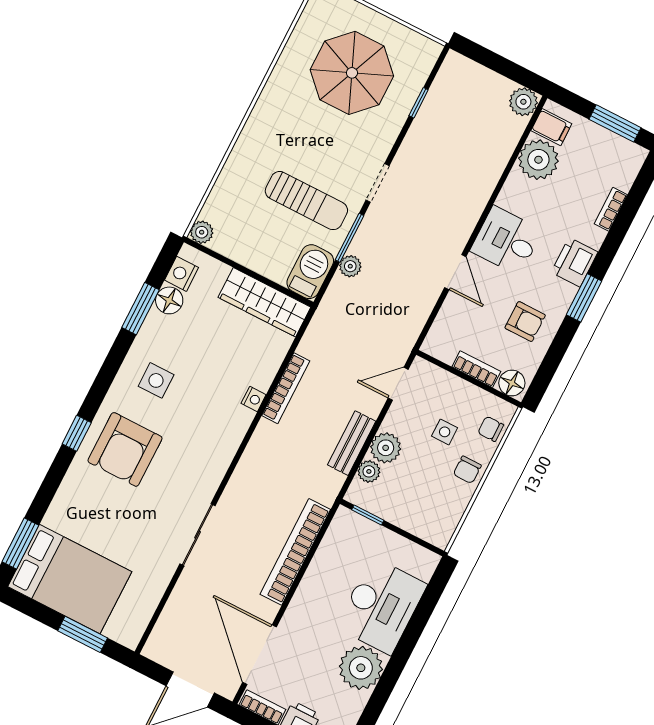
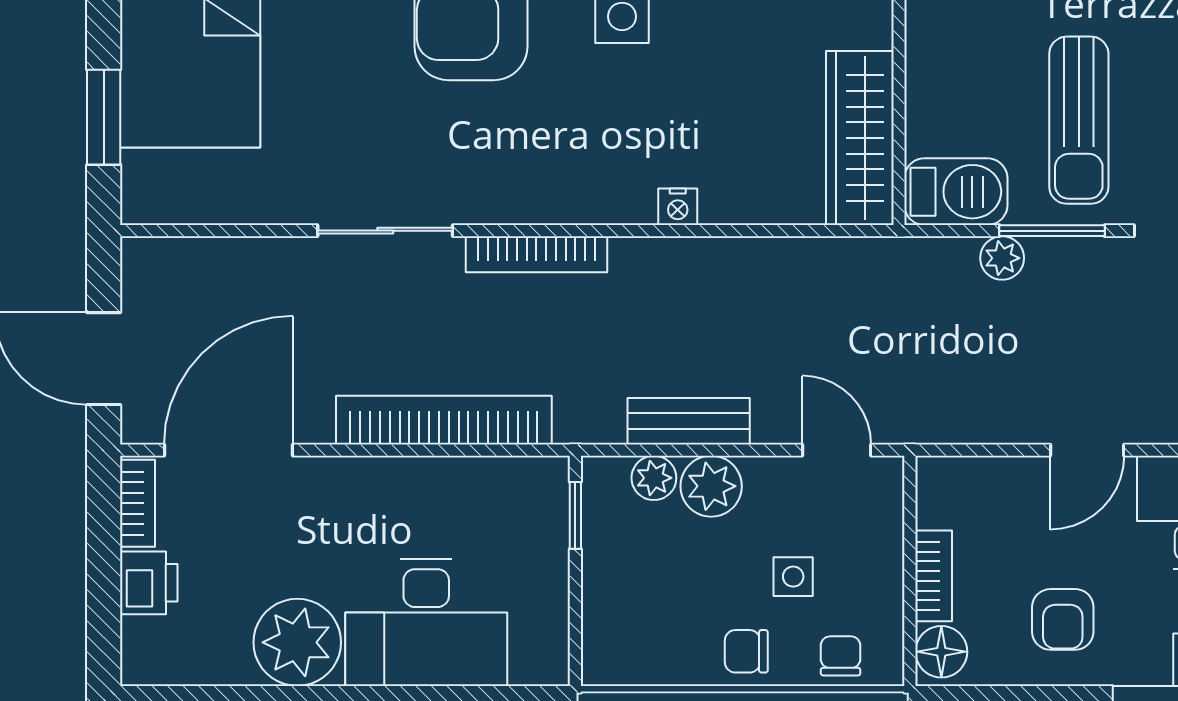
bookcase: (286, 388) -> (536, 254), moved

